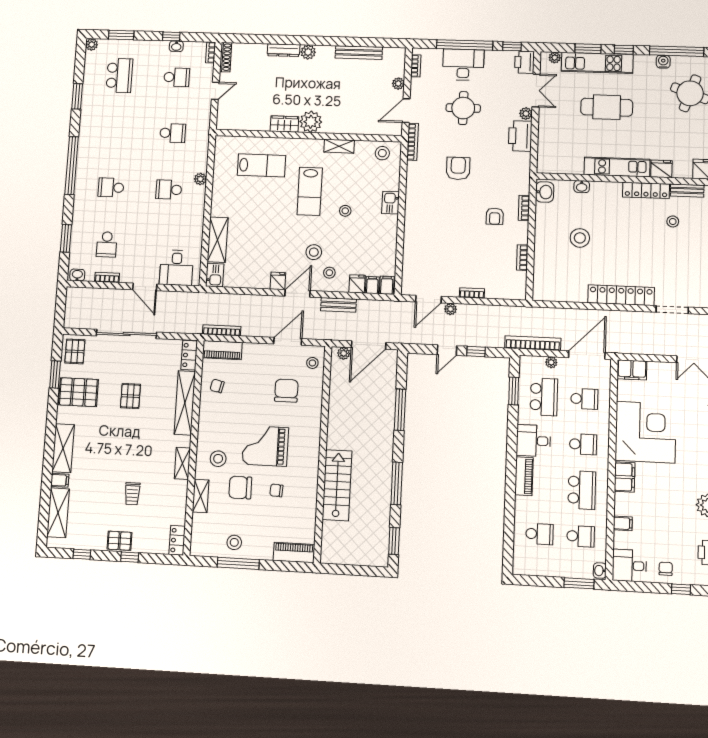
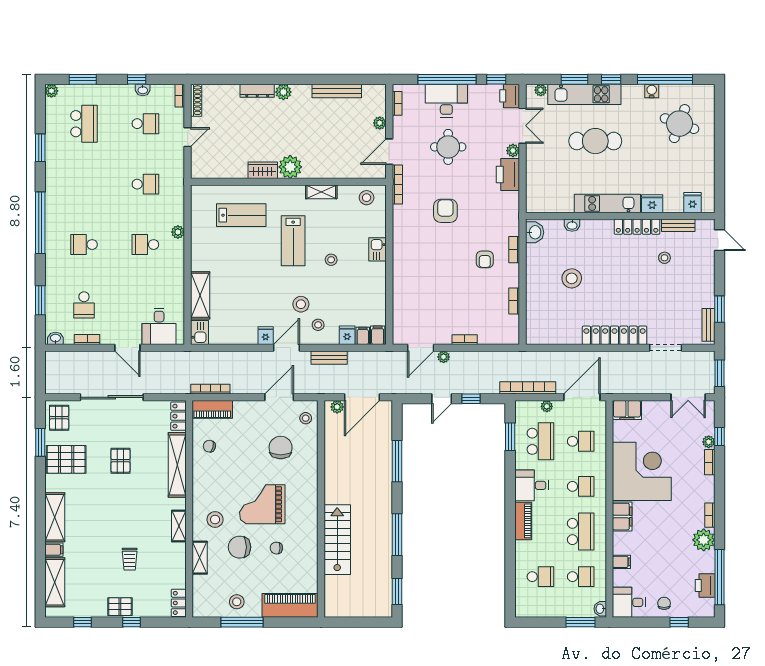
piano: (294, 553) -> (290, 605), width x1.37, depth x1.33

